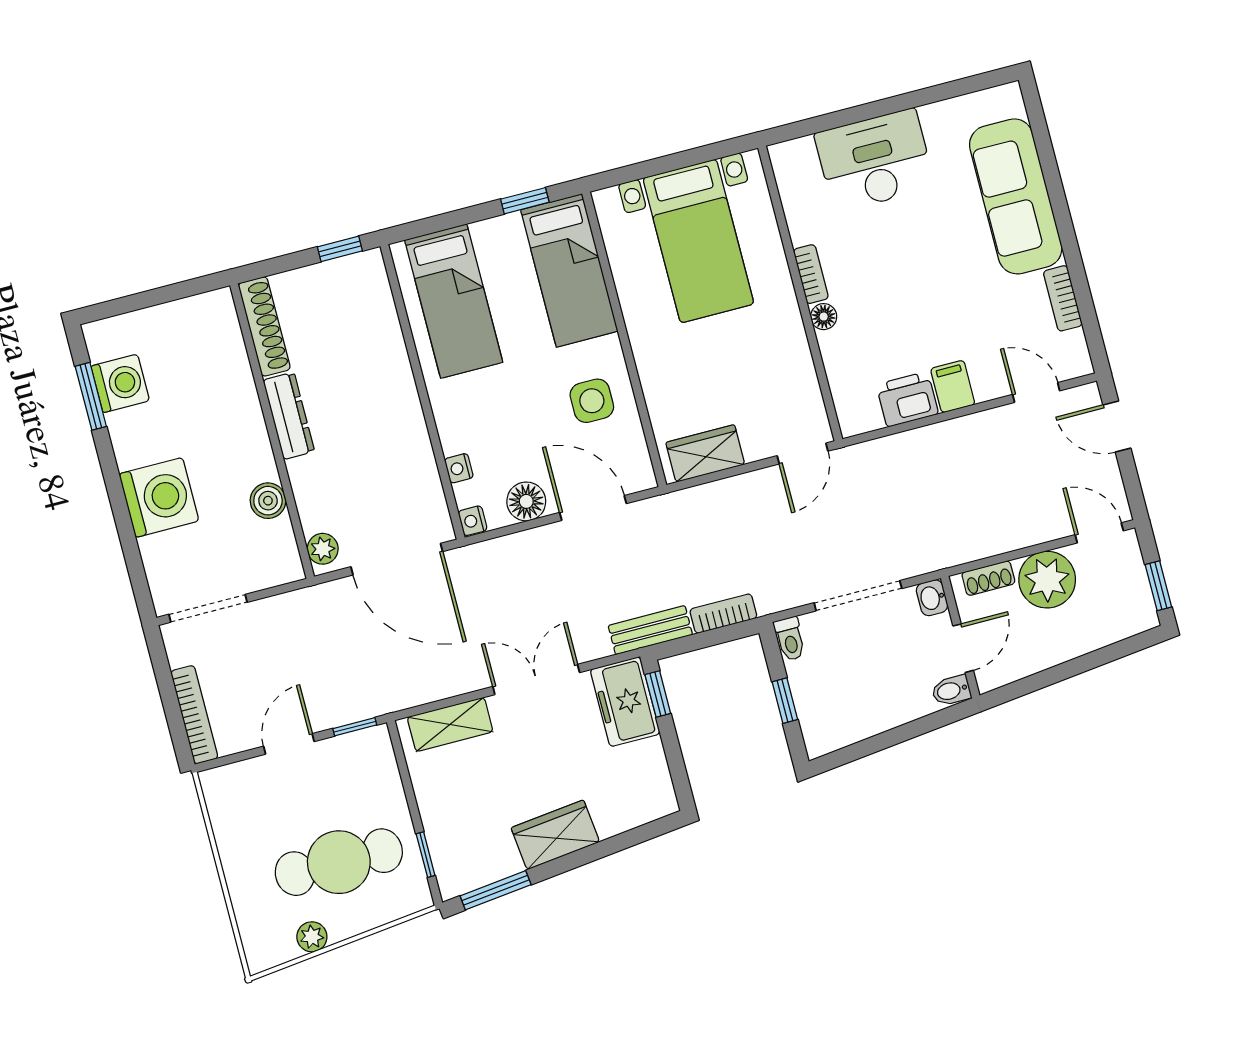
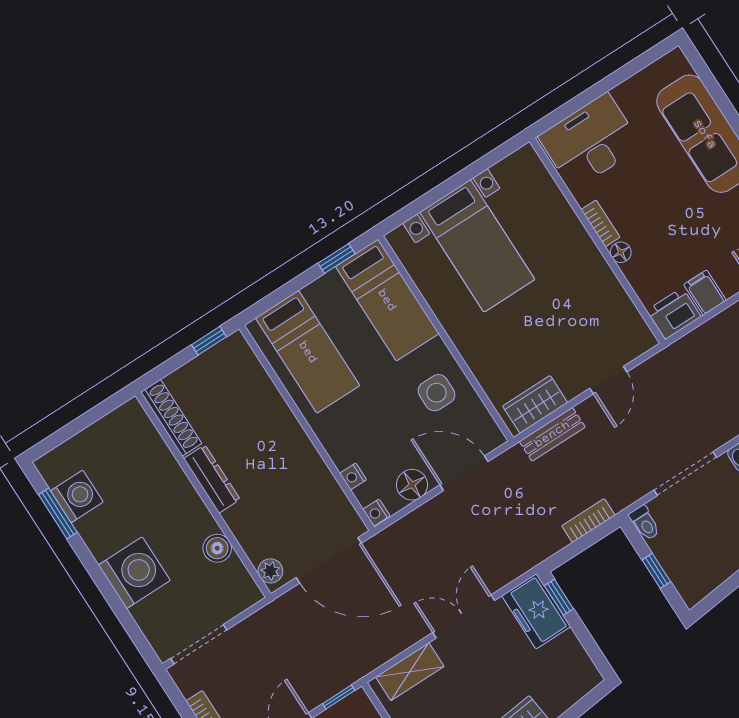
bookcase: (811, 274) -> (600, 223), moved
wall: (800, 293) -> (597, 241), moved
floor lamp: (824, 317) -> (621, 252), moved
bench: (650, 630) -> (552, 434), moved

